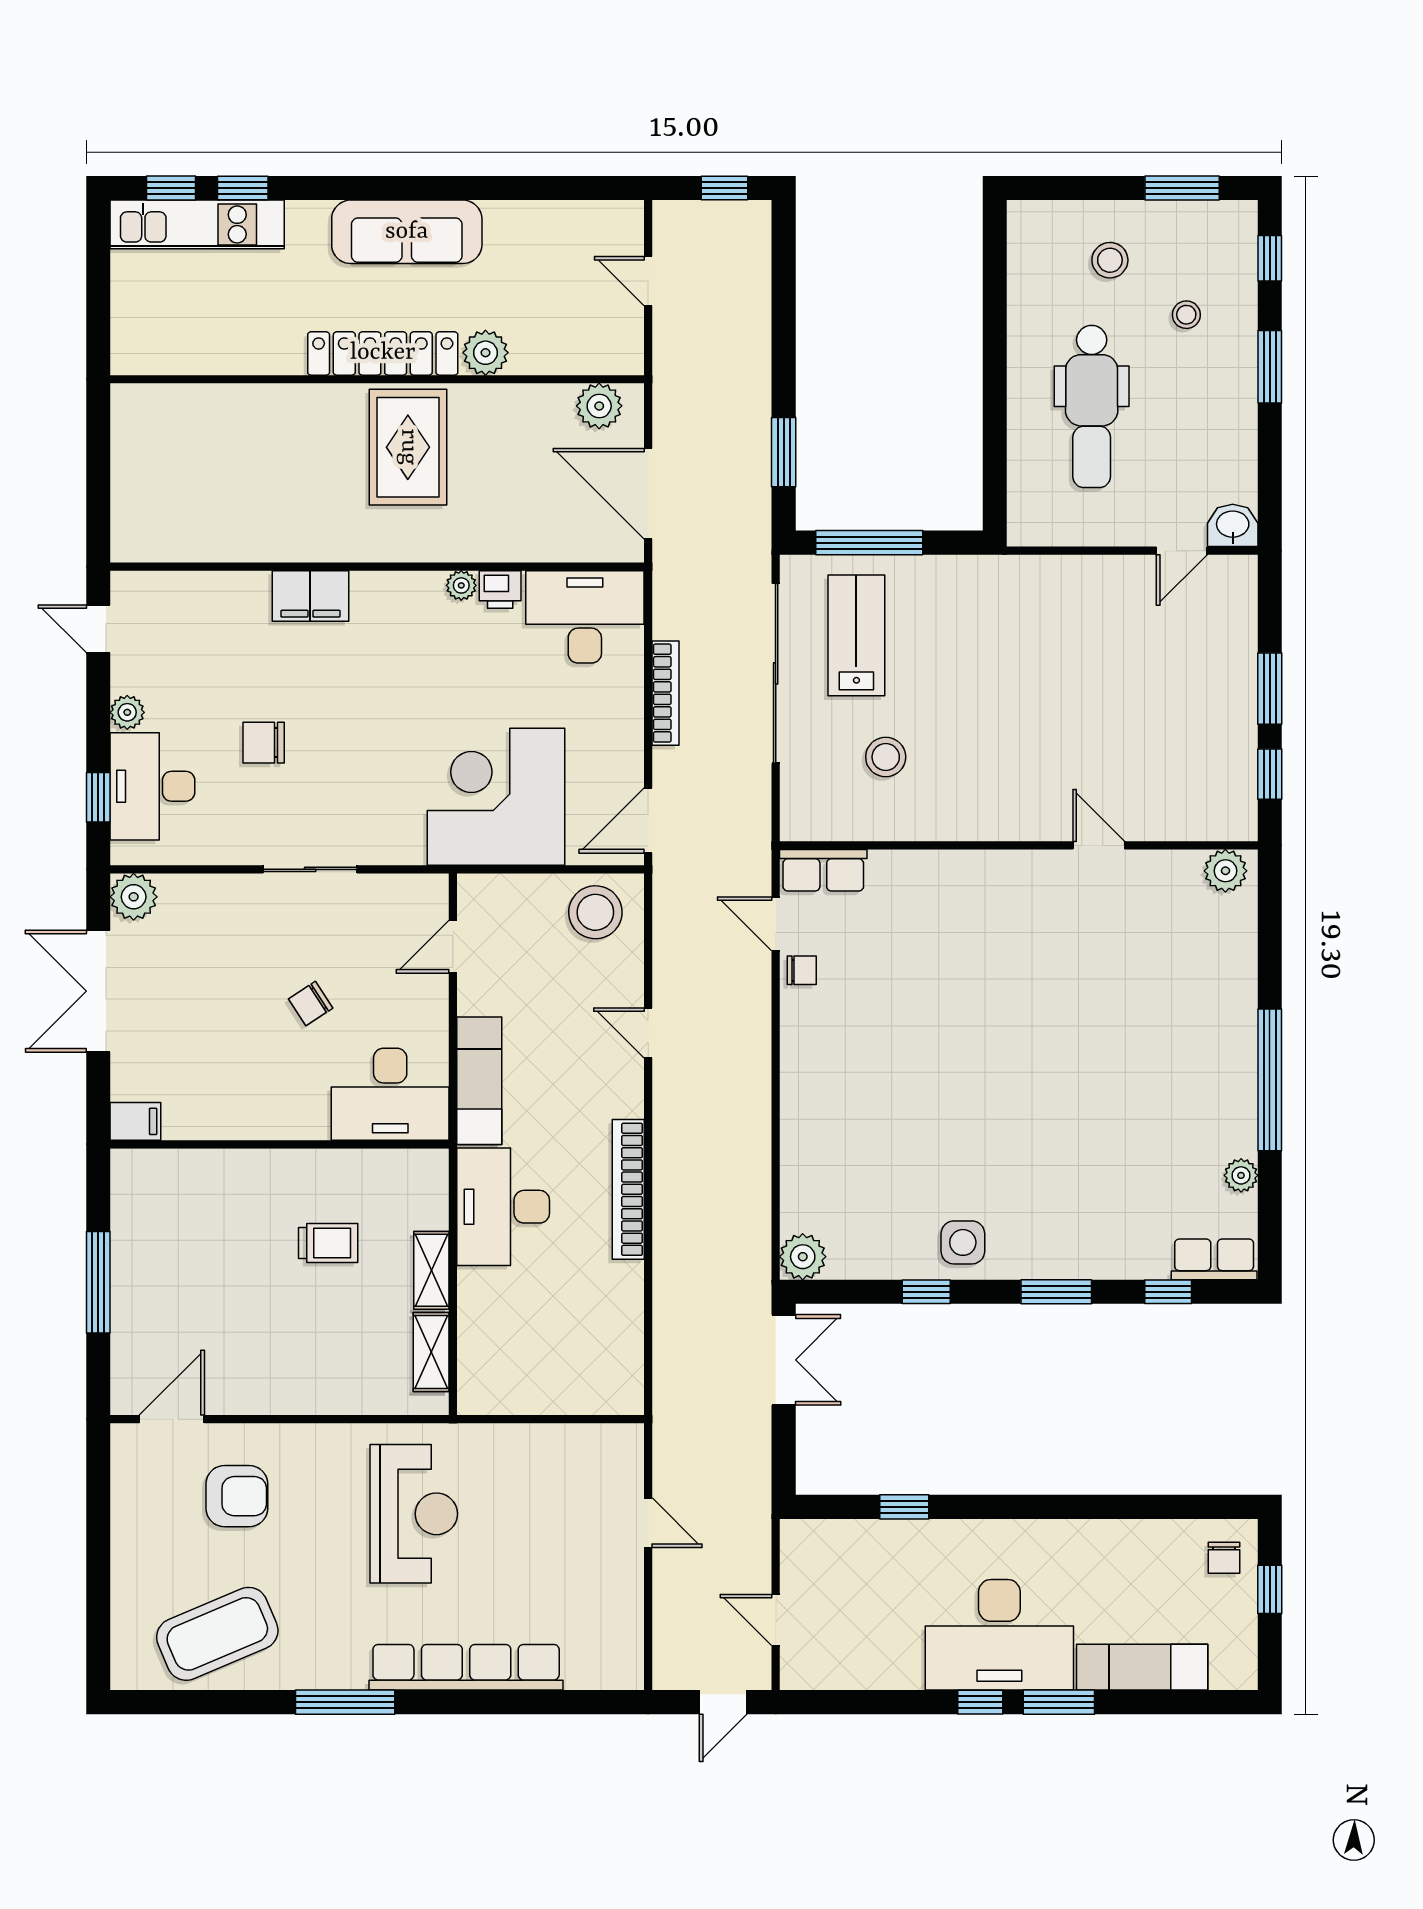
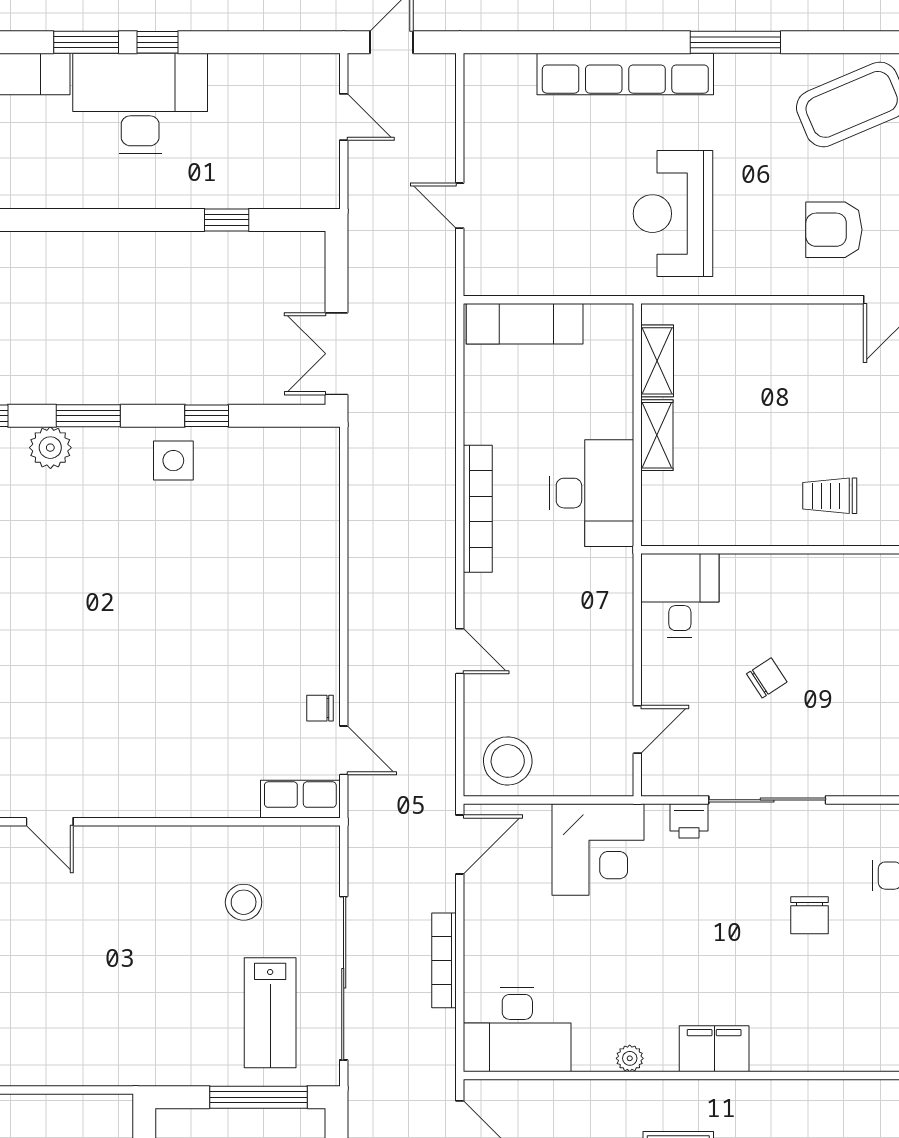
printer: (500, 589) -> (689, 821), moved, turned 180
filing cabinet: (310, 596) -> (714, 1049), moved
chair: (264, 743) -> (809, 915), turned 90
corner desk: (496, 797) -> (598, 850), width x0.74, depth x0.74
sliding door: (310, 869) -> (767, 800), width x1.37
exam couch: (479, 1081) -> (525, 324), moved, turned -90
desk: (390, 1094) -> (680, 595), width x0.73
trolley: (328, 1243) -> (830, 496), moved
plant: (803, 1257) -> (50, 448), moved

